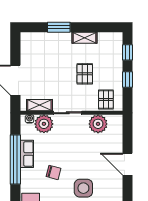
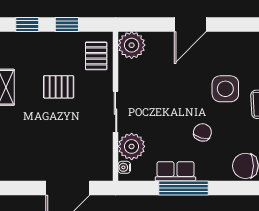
pallet: (106, 100) -> (96, 56), turned 90
shelving: (39, 105) -> (104, 153), removed
plant: (98, 124) -> (132, 45), moved
window: (15, 160) -> (184, 188), width x0.68

